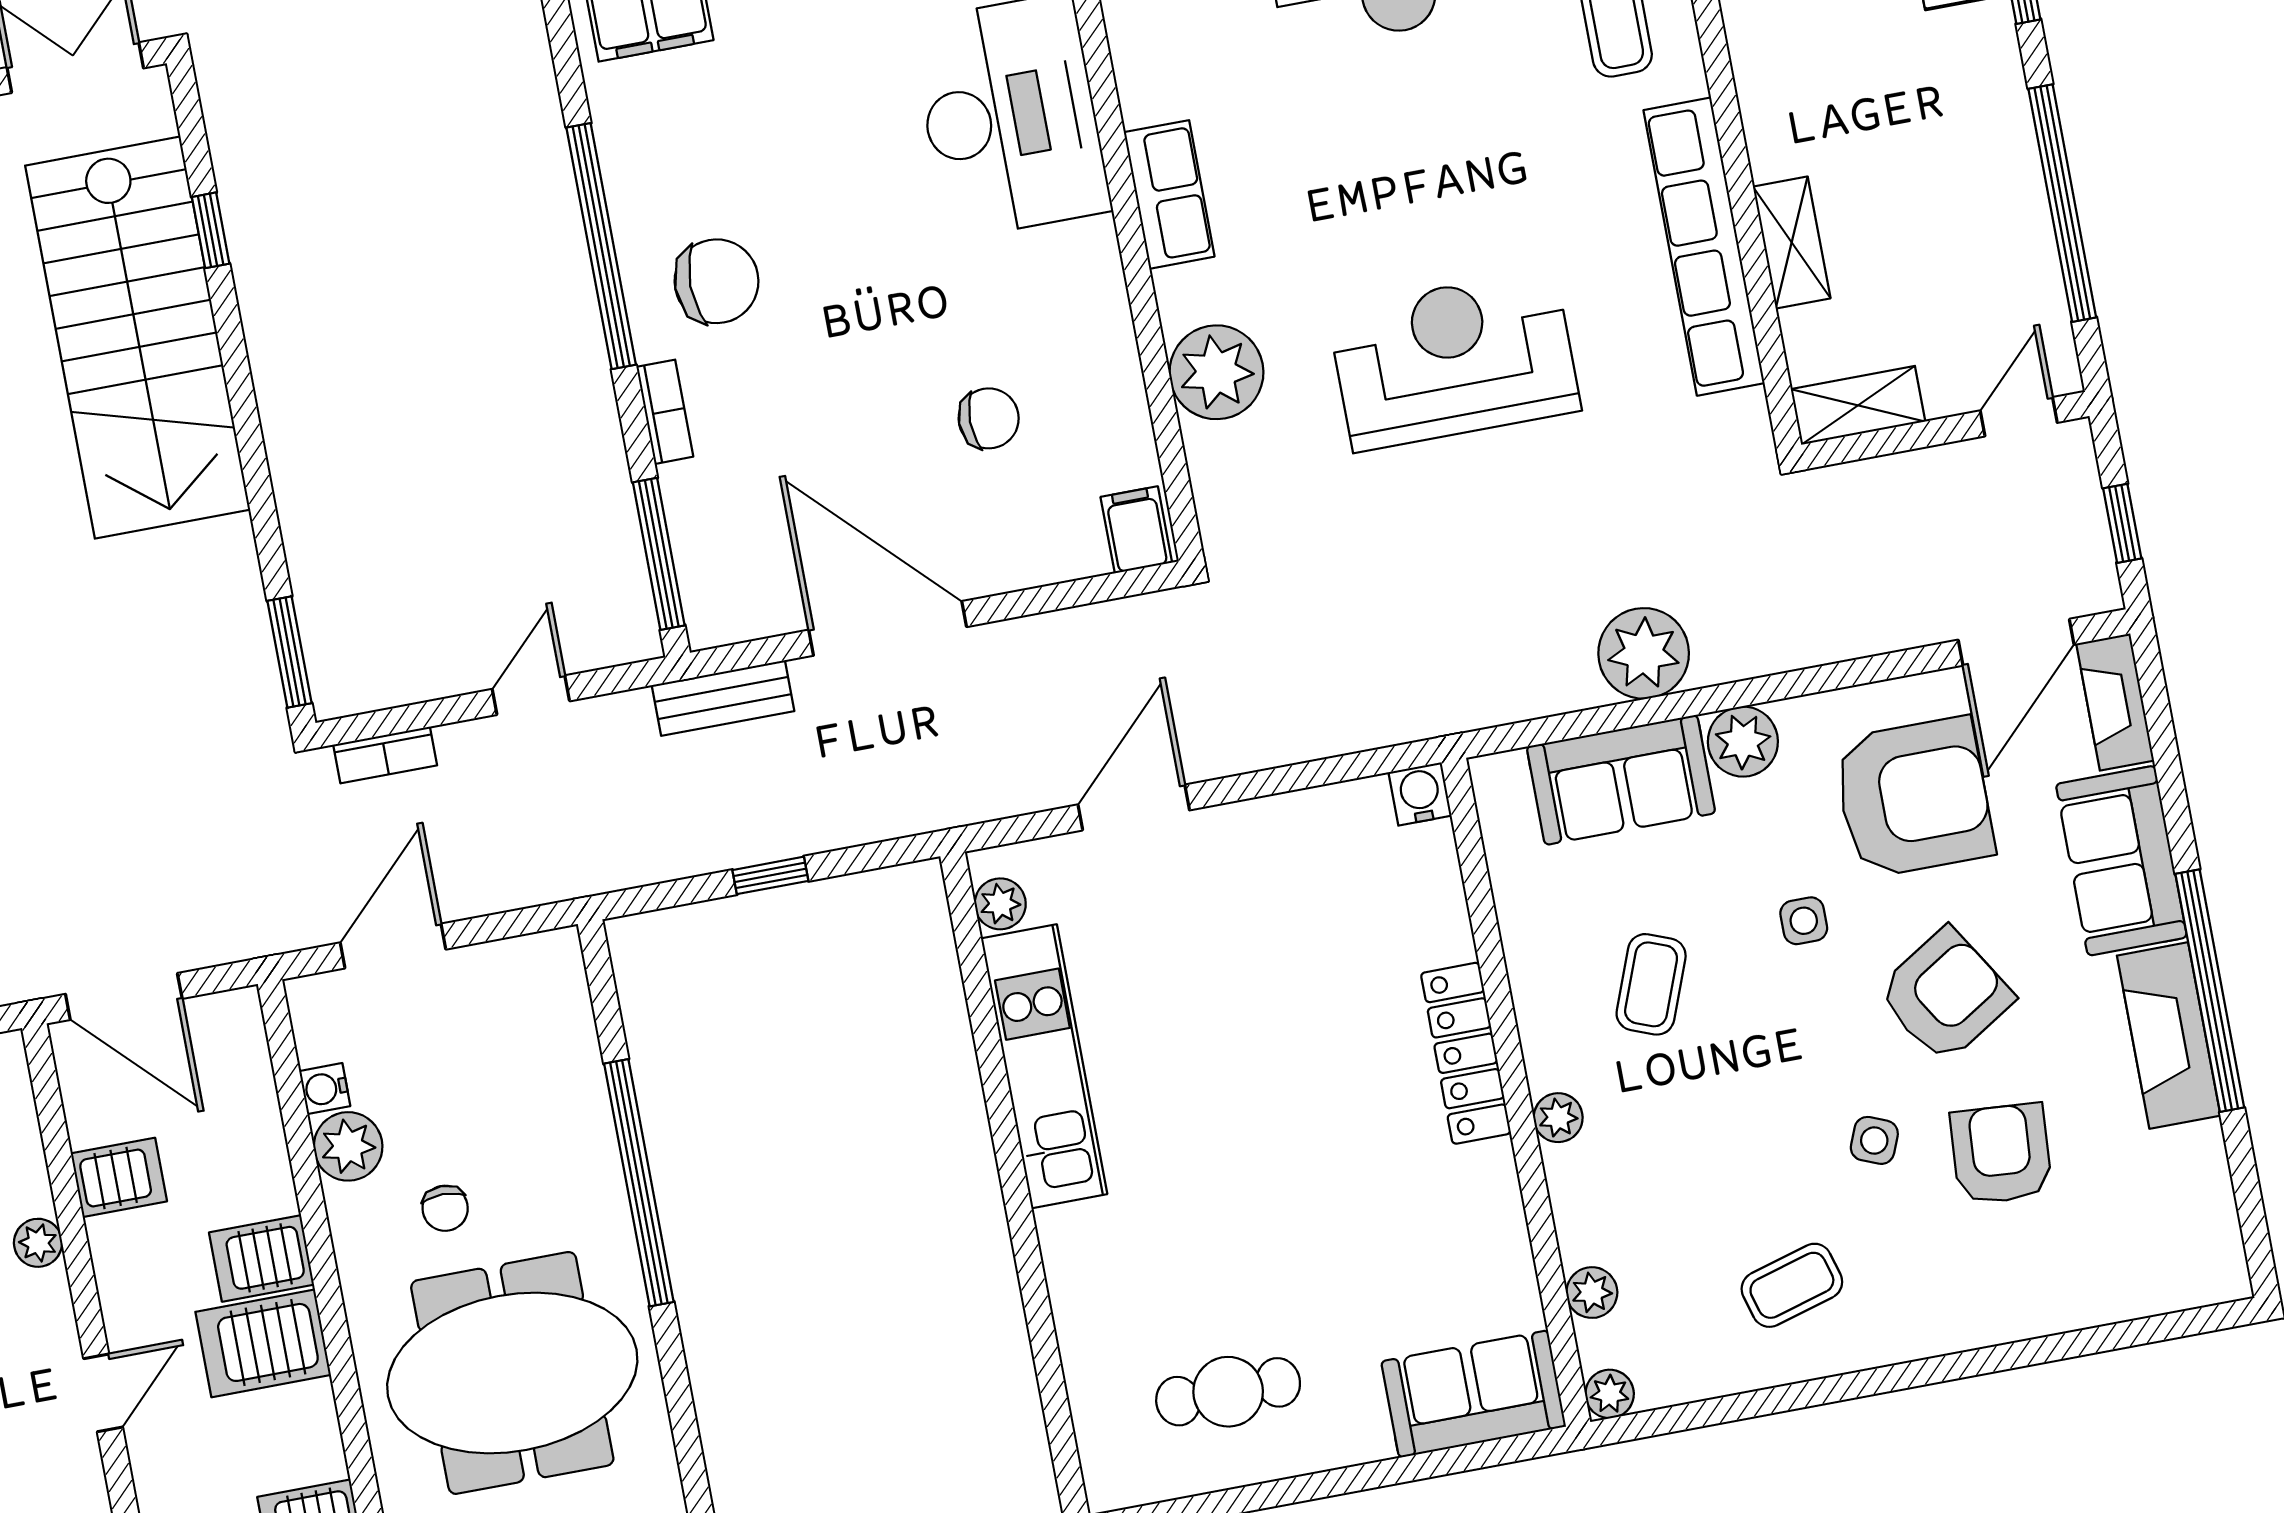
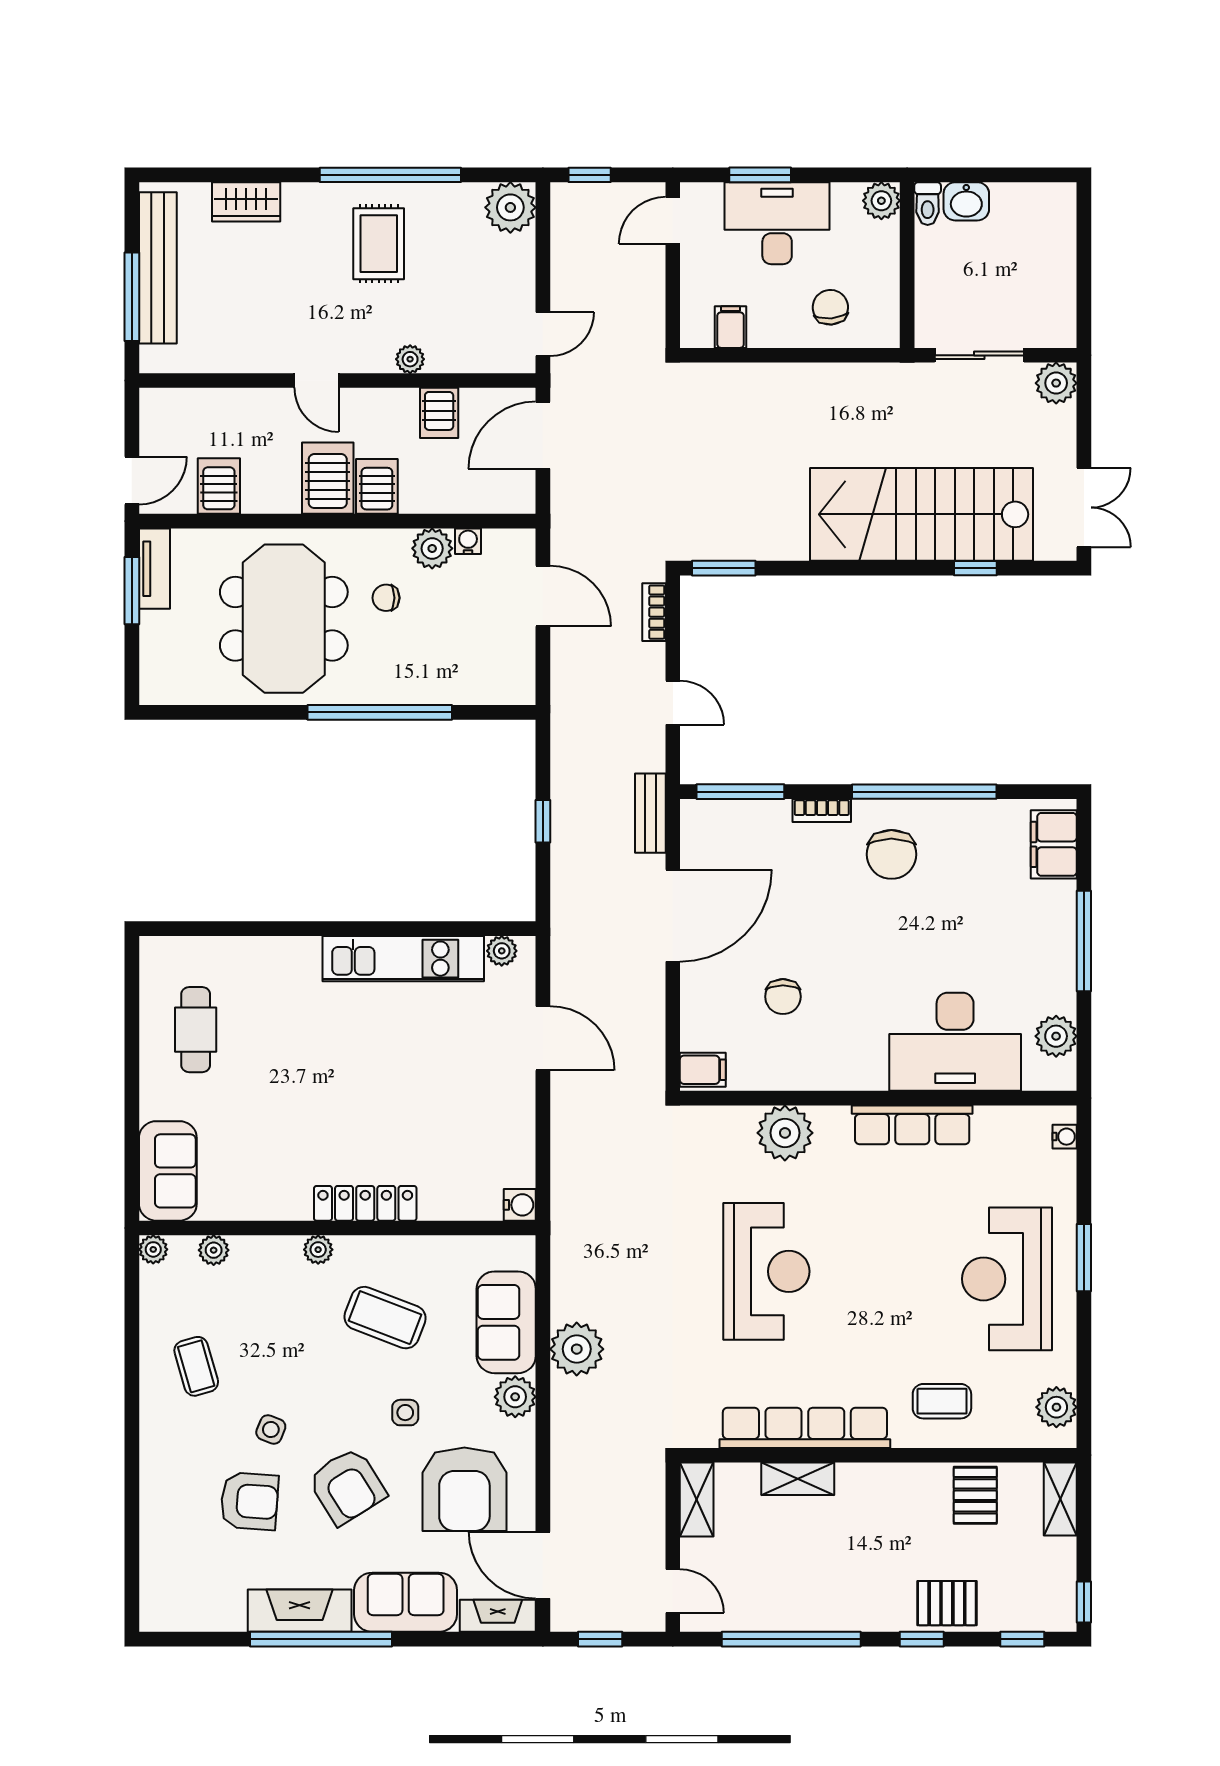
row of seats: (1169, 194) -> (912, 1125), width x1.48
coffee table: (1651, 984) -> (385, 1318), width x1.36, depth x1.30

